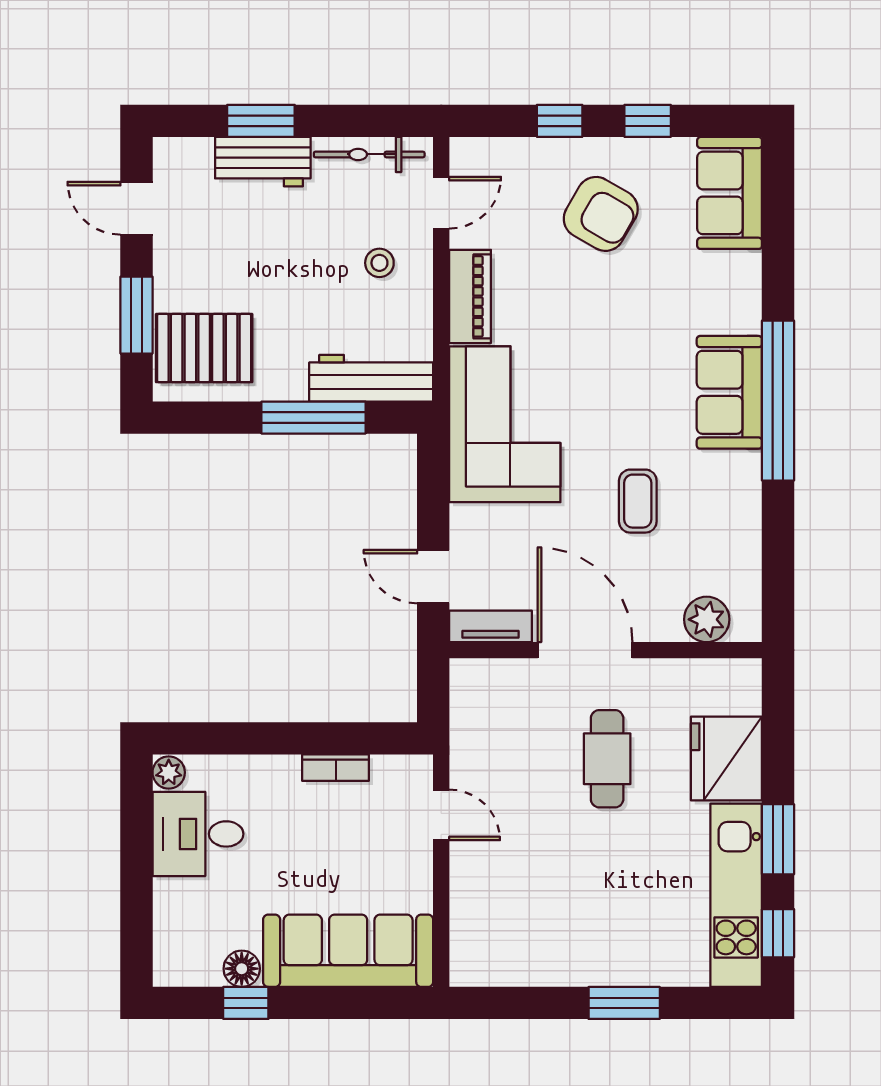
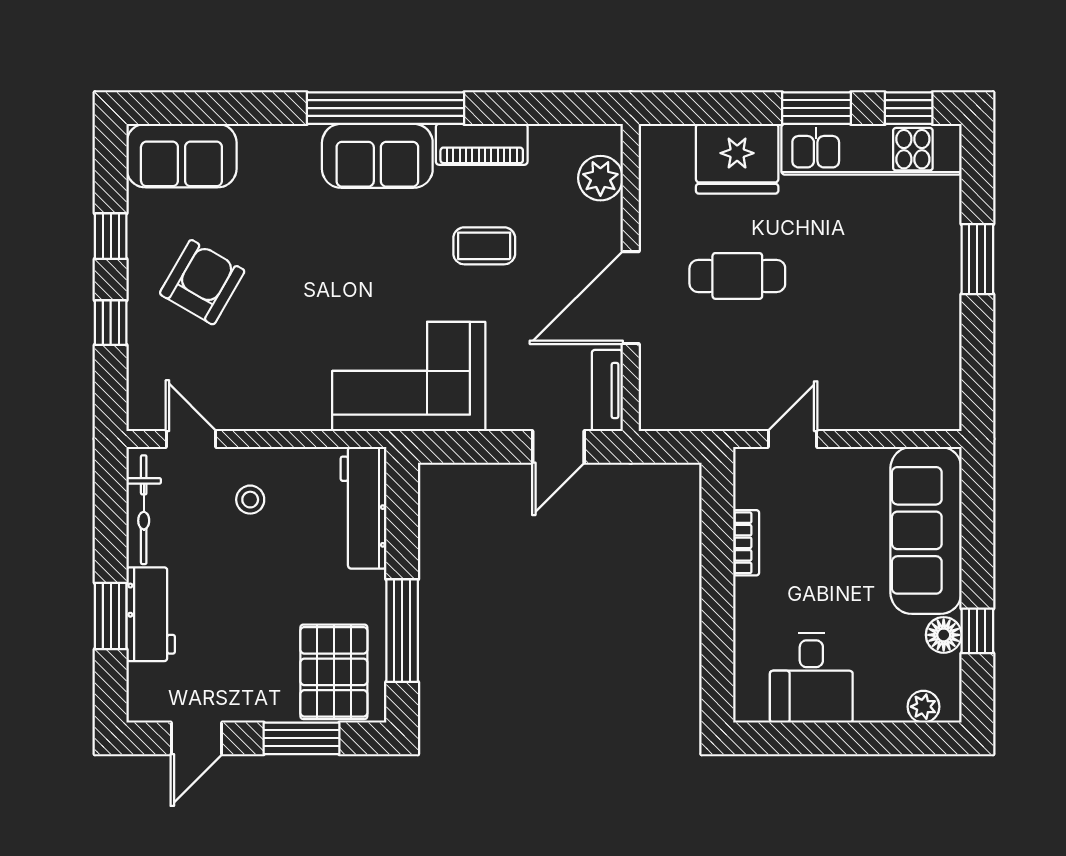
piano: (470, 296) -> (482, 144), moved, turned 180
window: (313, 418) -> (402, 631), moved
plant: (169, 772) -> (923, 707), moved

